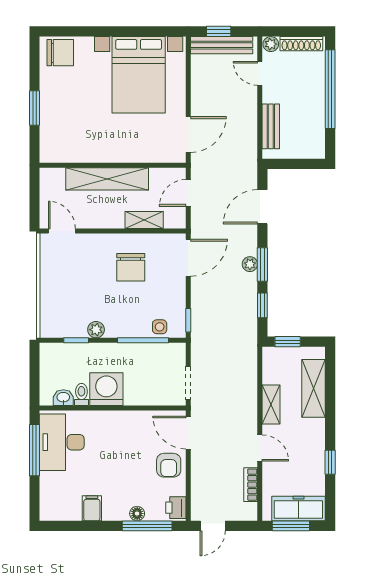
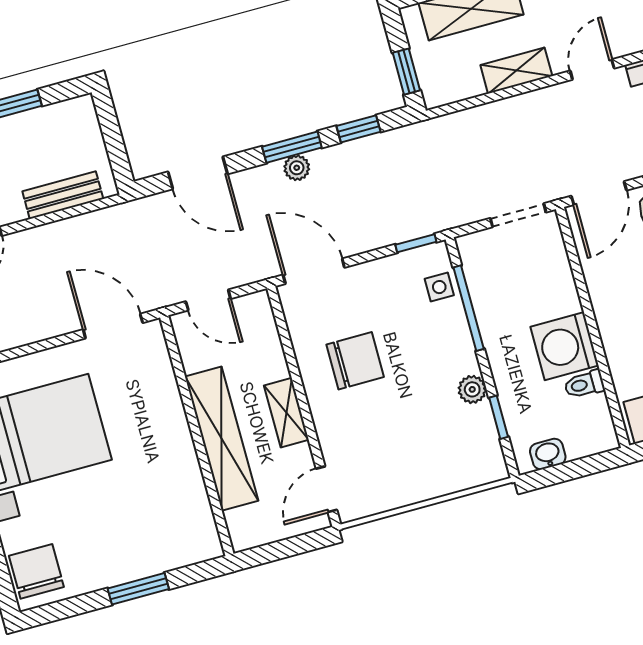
shelving: (144, 220) -> (286, 413), moved
washbasin: (63, 398) -> (548, 454), moved, turned 90

